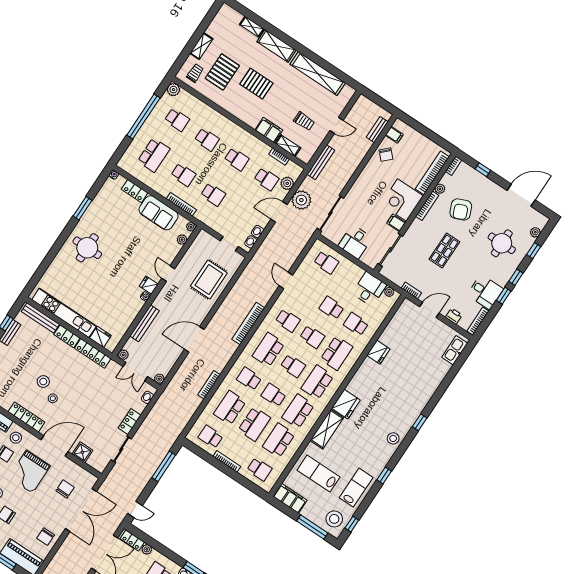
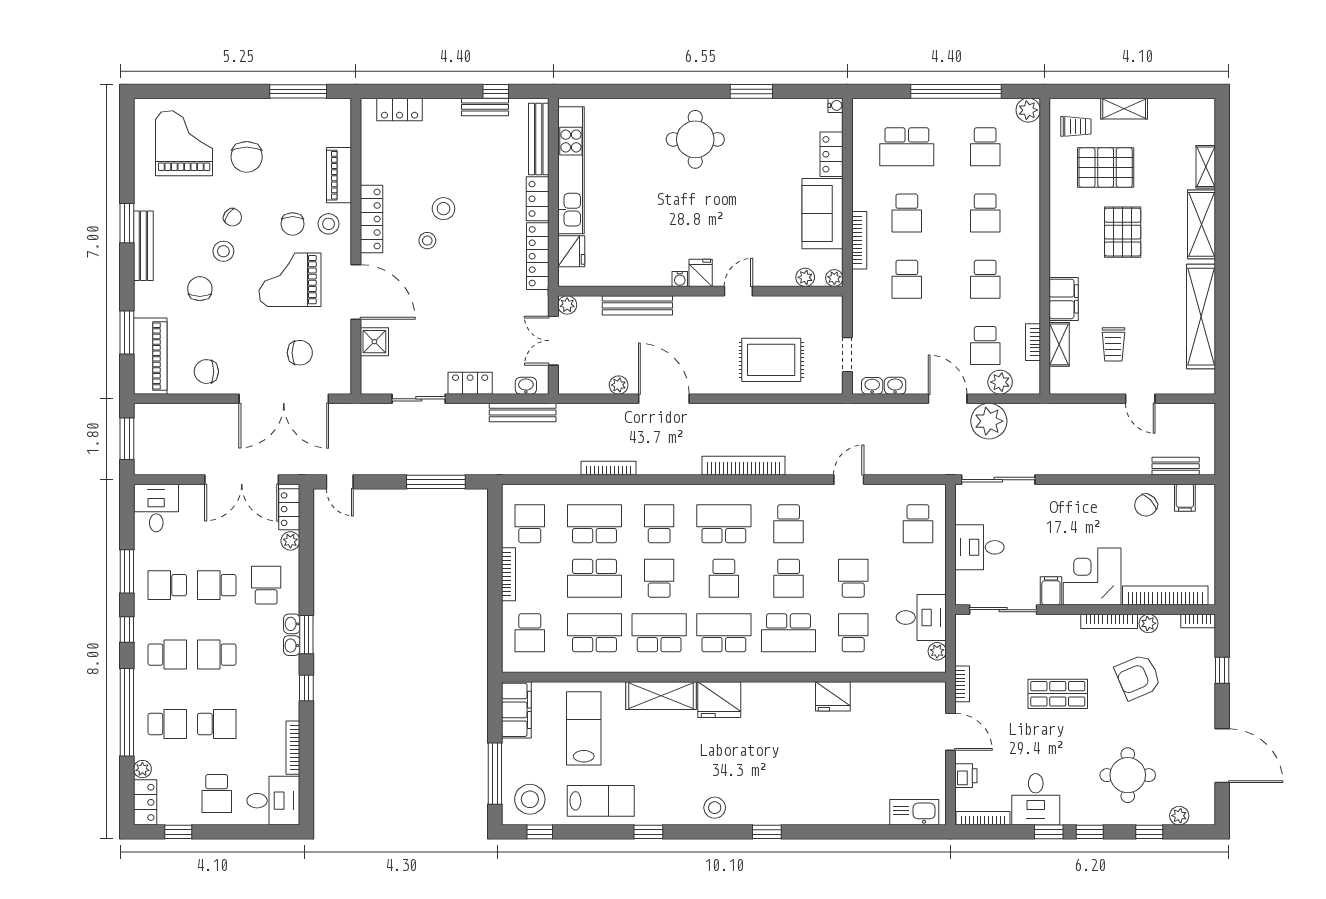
bench: (321, 162) -> (523, 413), moved
plant: (159, 379) -> (619, 385), moved

